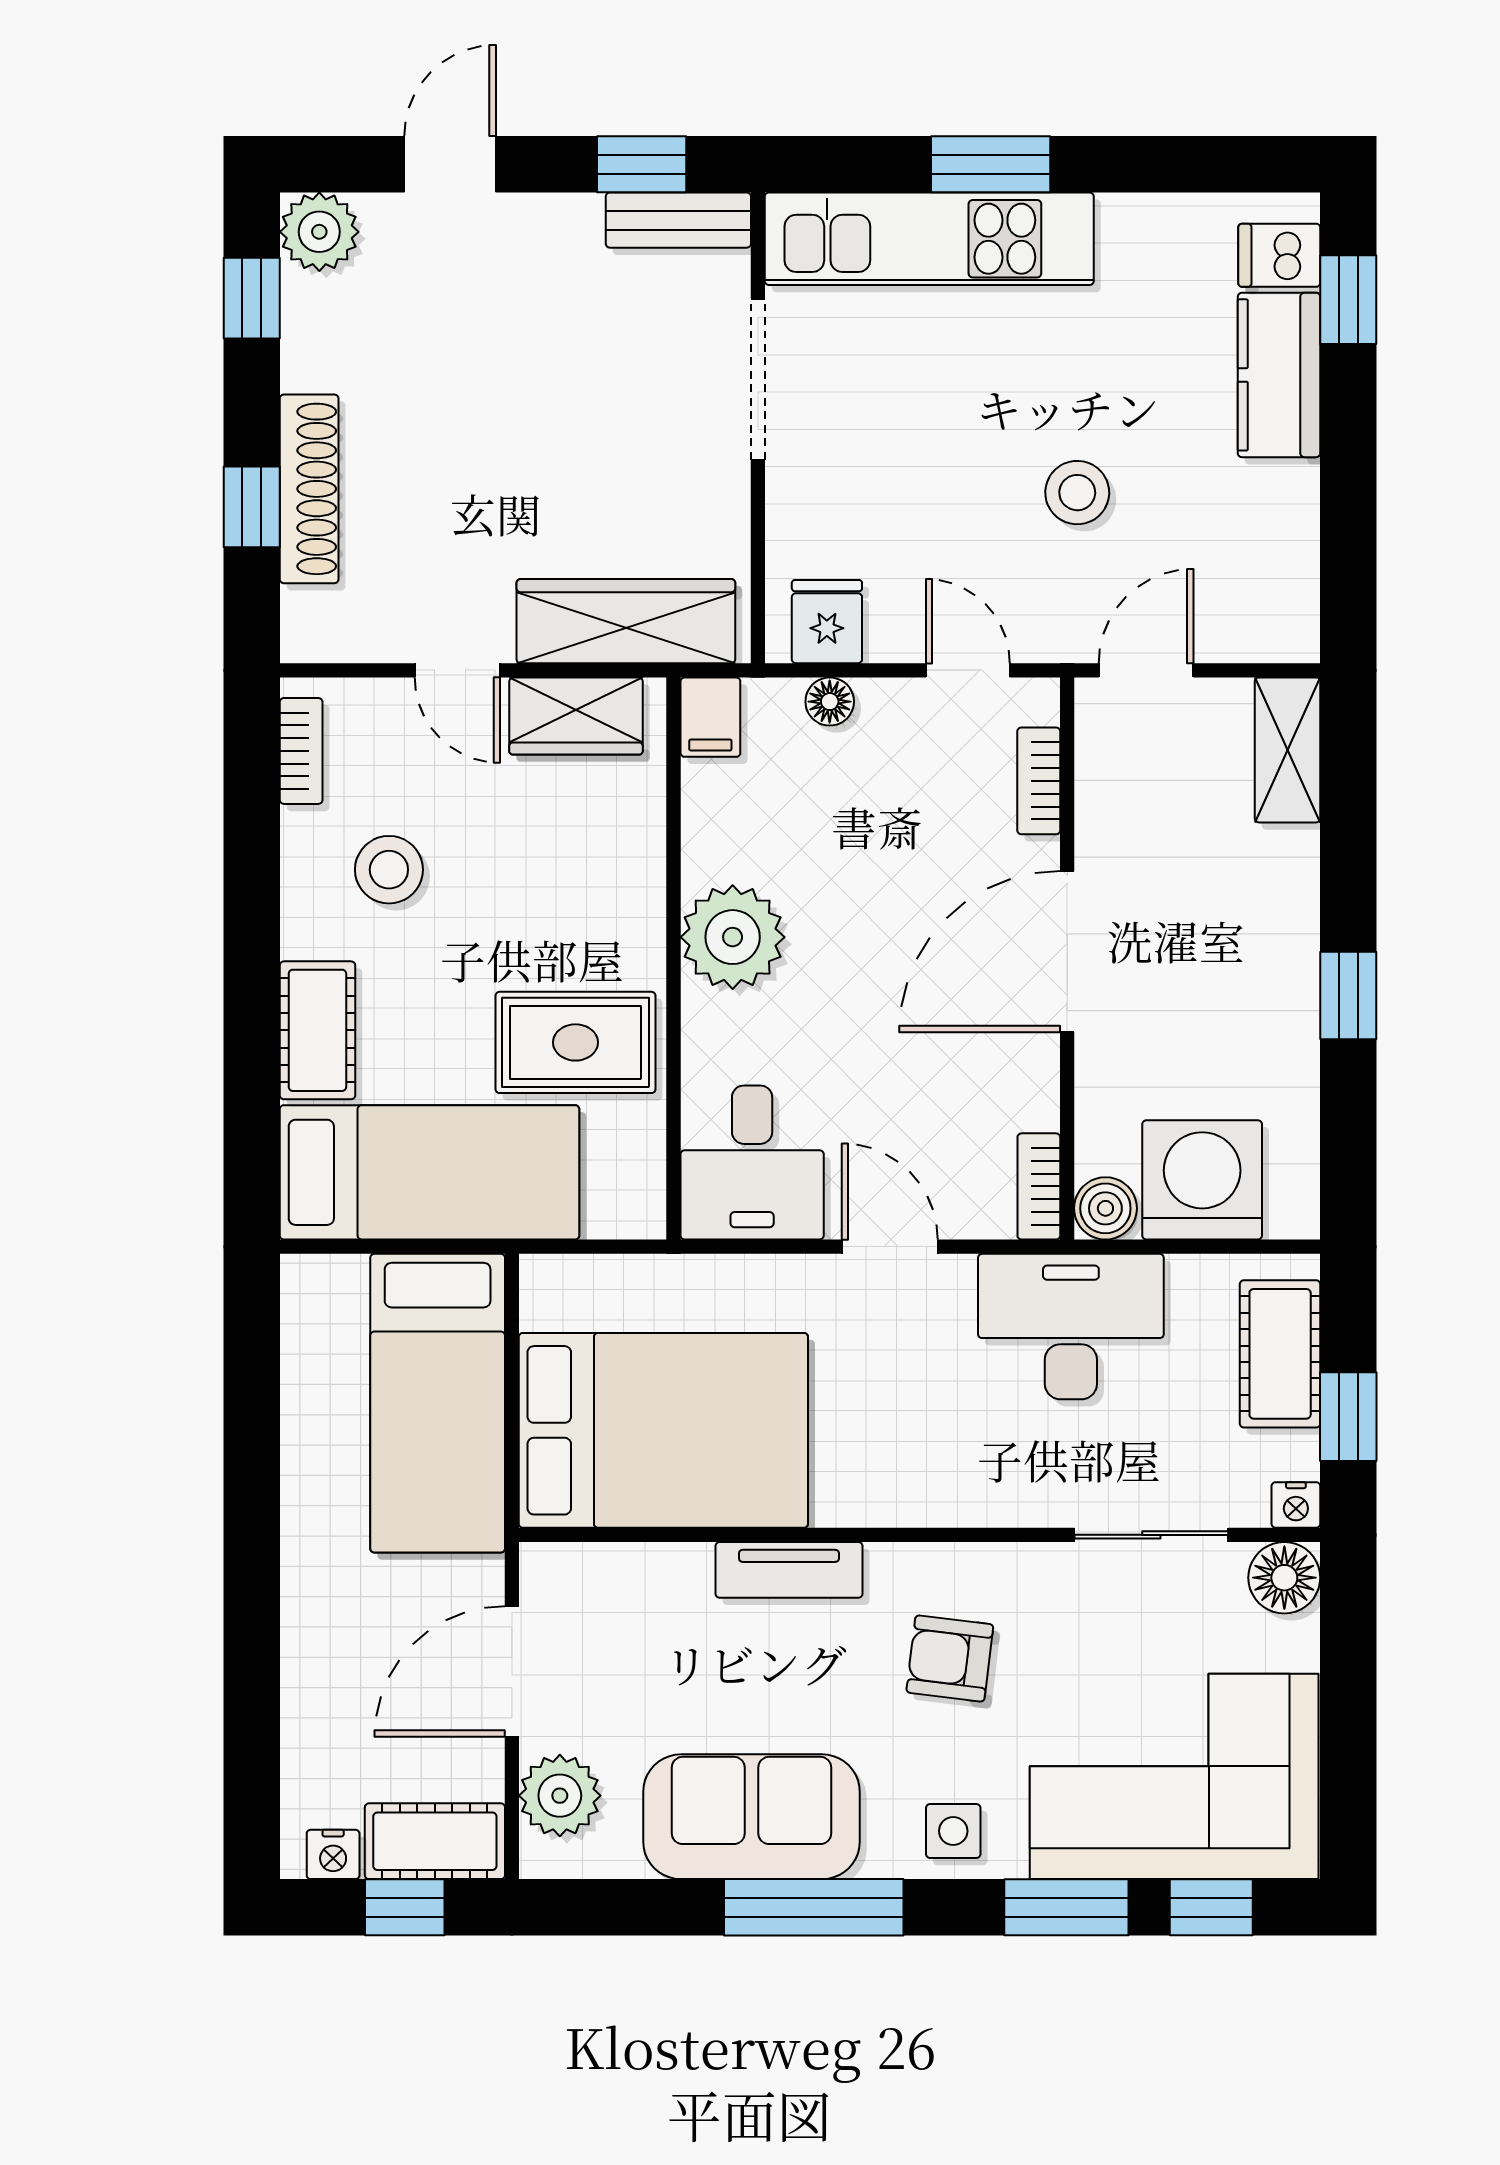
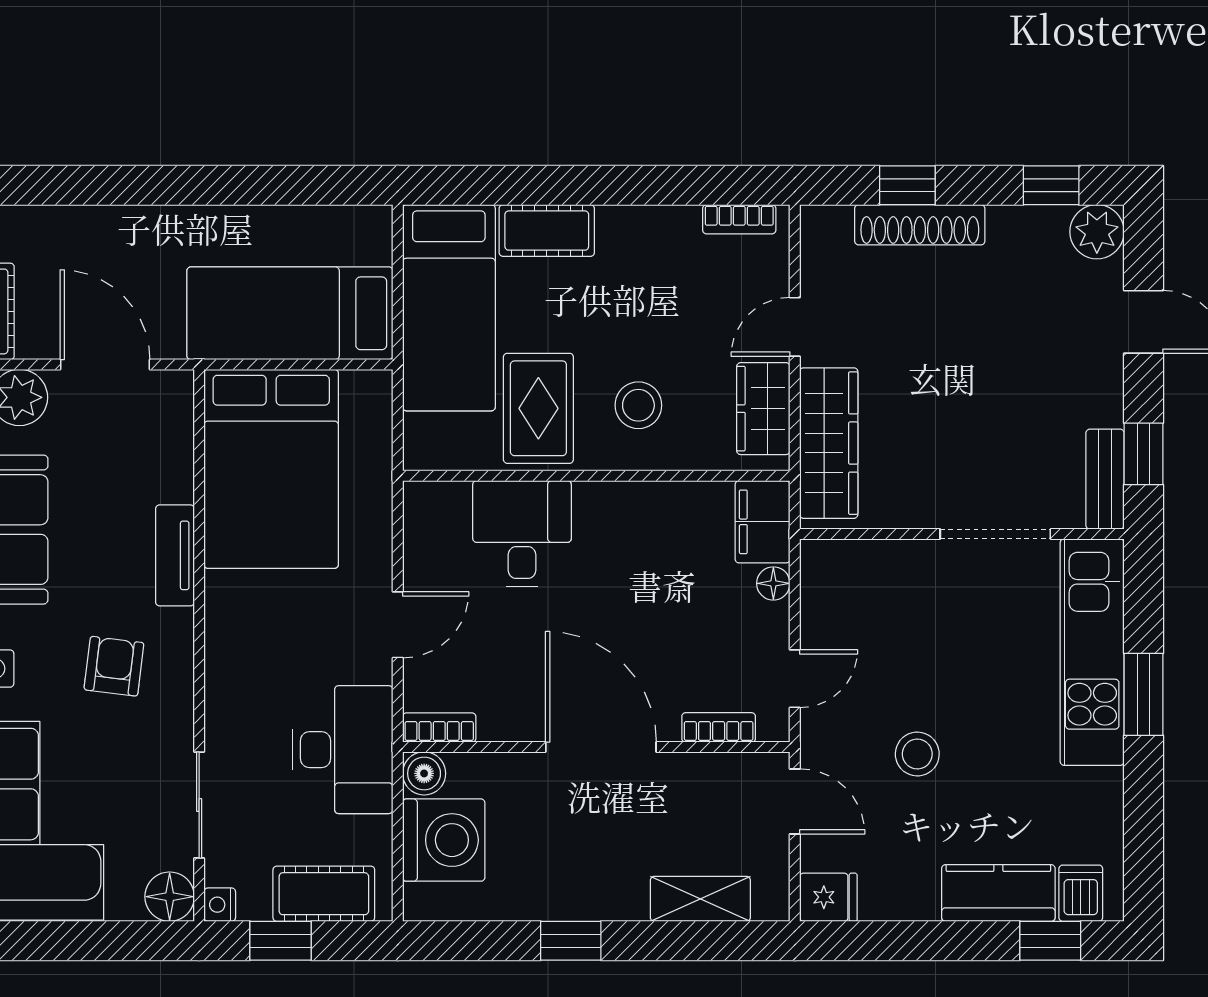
fridge: (827, 622) -> (828, 897), moved
filing cabinet: (710, 717) -> (763, 522), width x2.00
shelving: (1287, 750) -> (700, 899), moved
stool: (389, 870) -> (638, 405), moved
plant: (733, 937) -> (611, 517), removed
desk: (752, 1163) -> (522, 534), moved, turned 90

